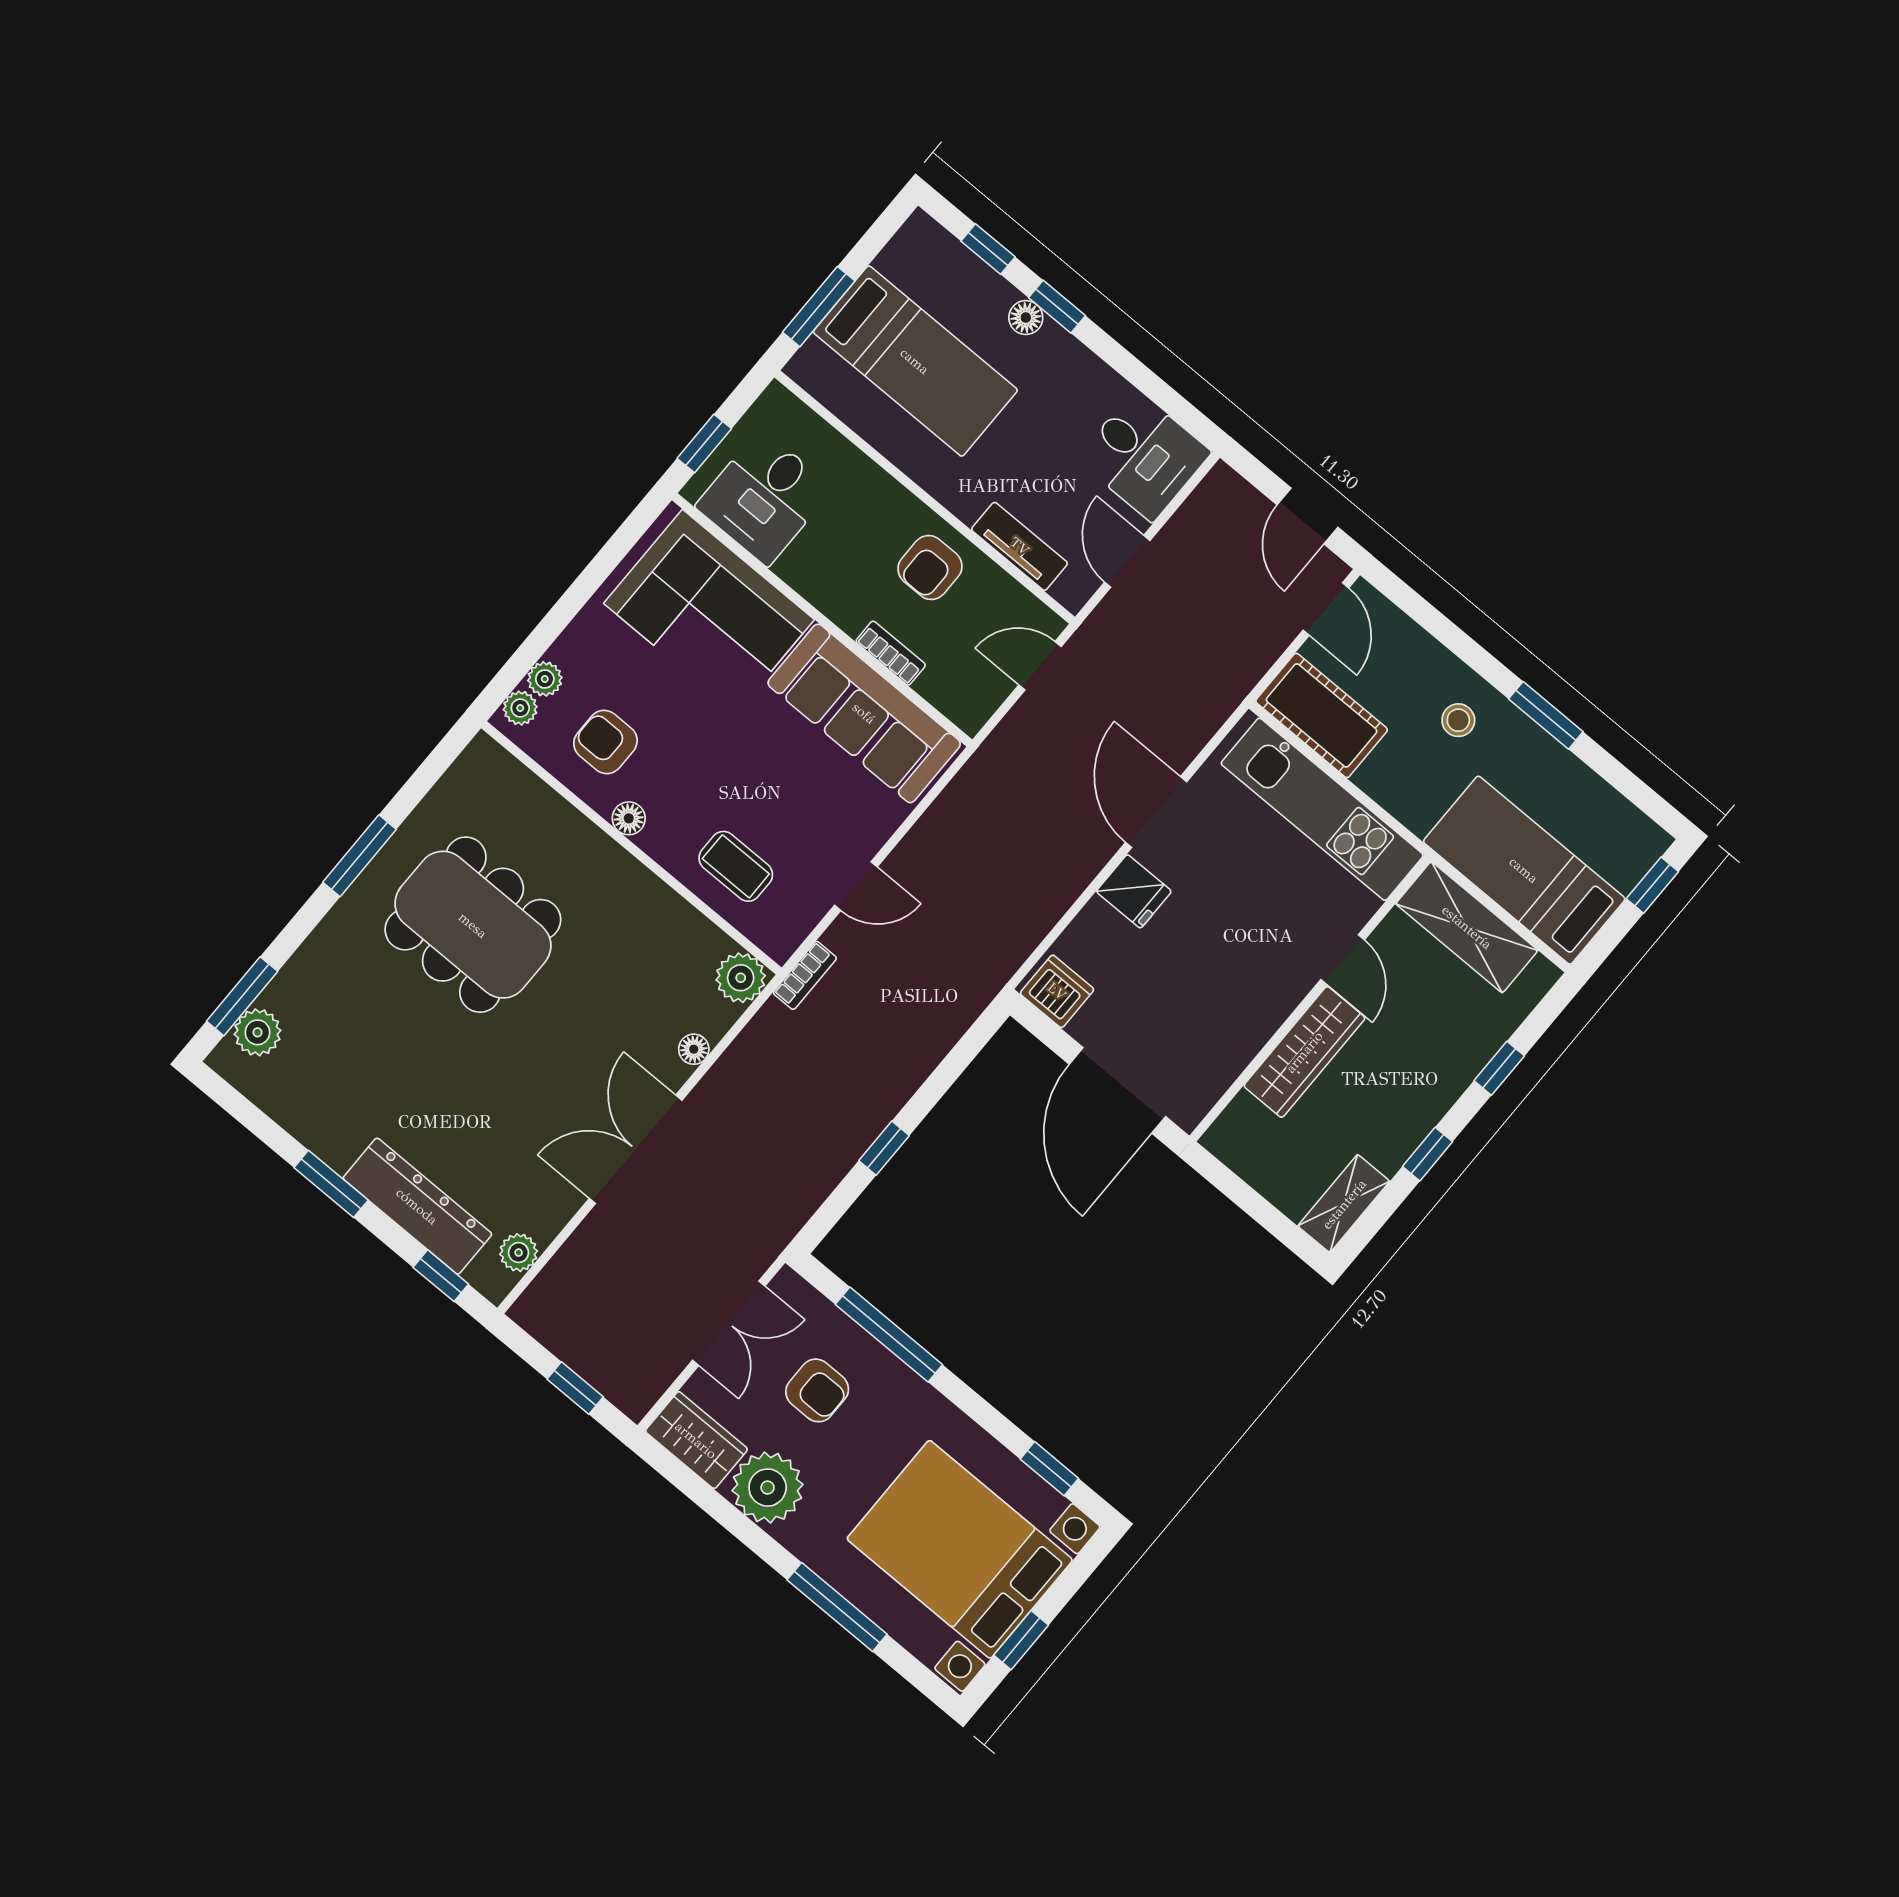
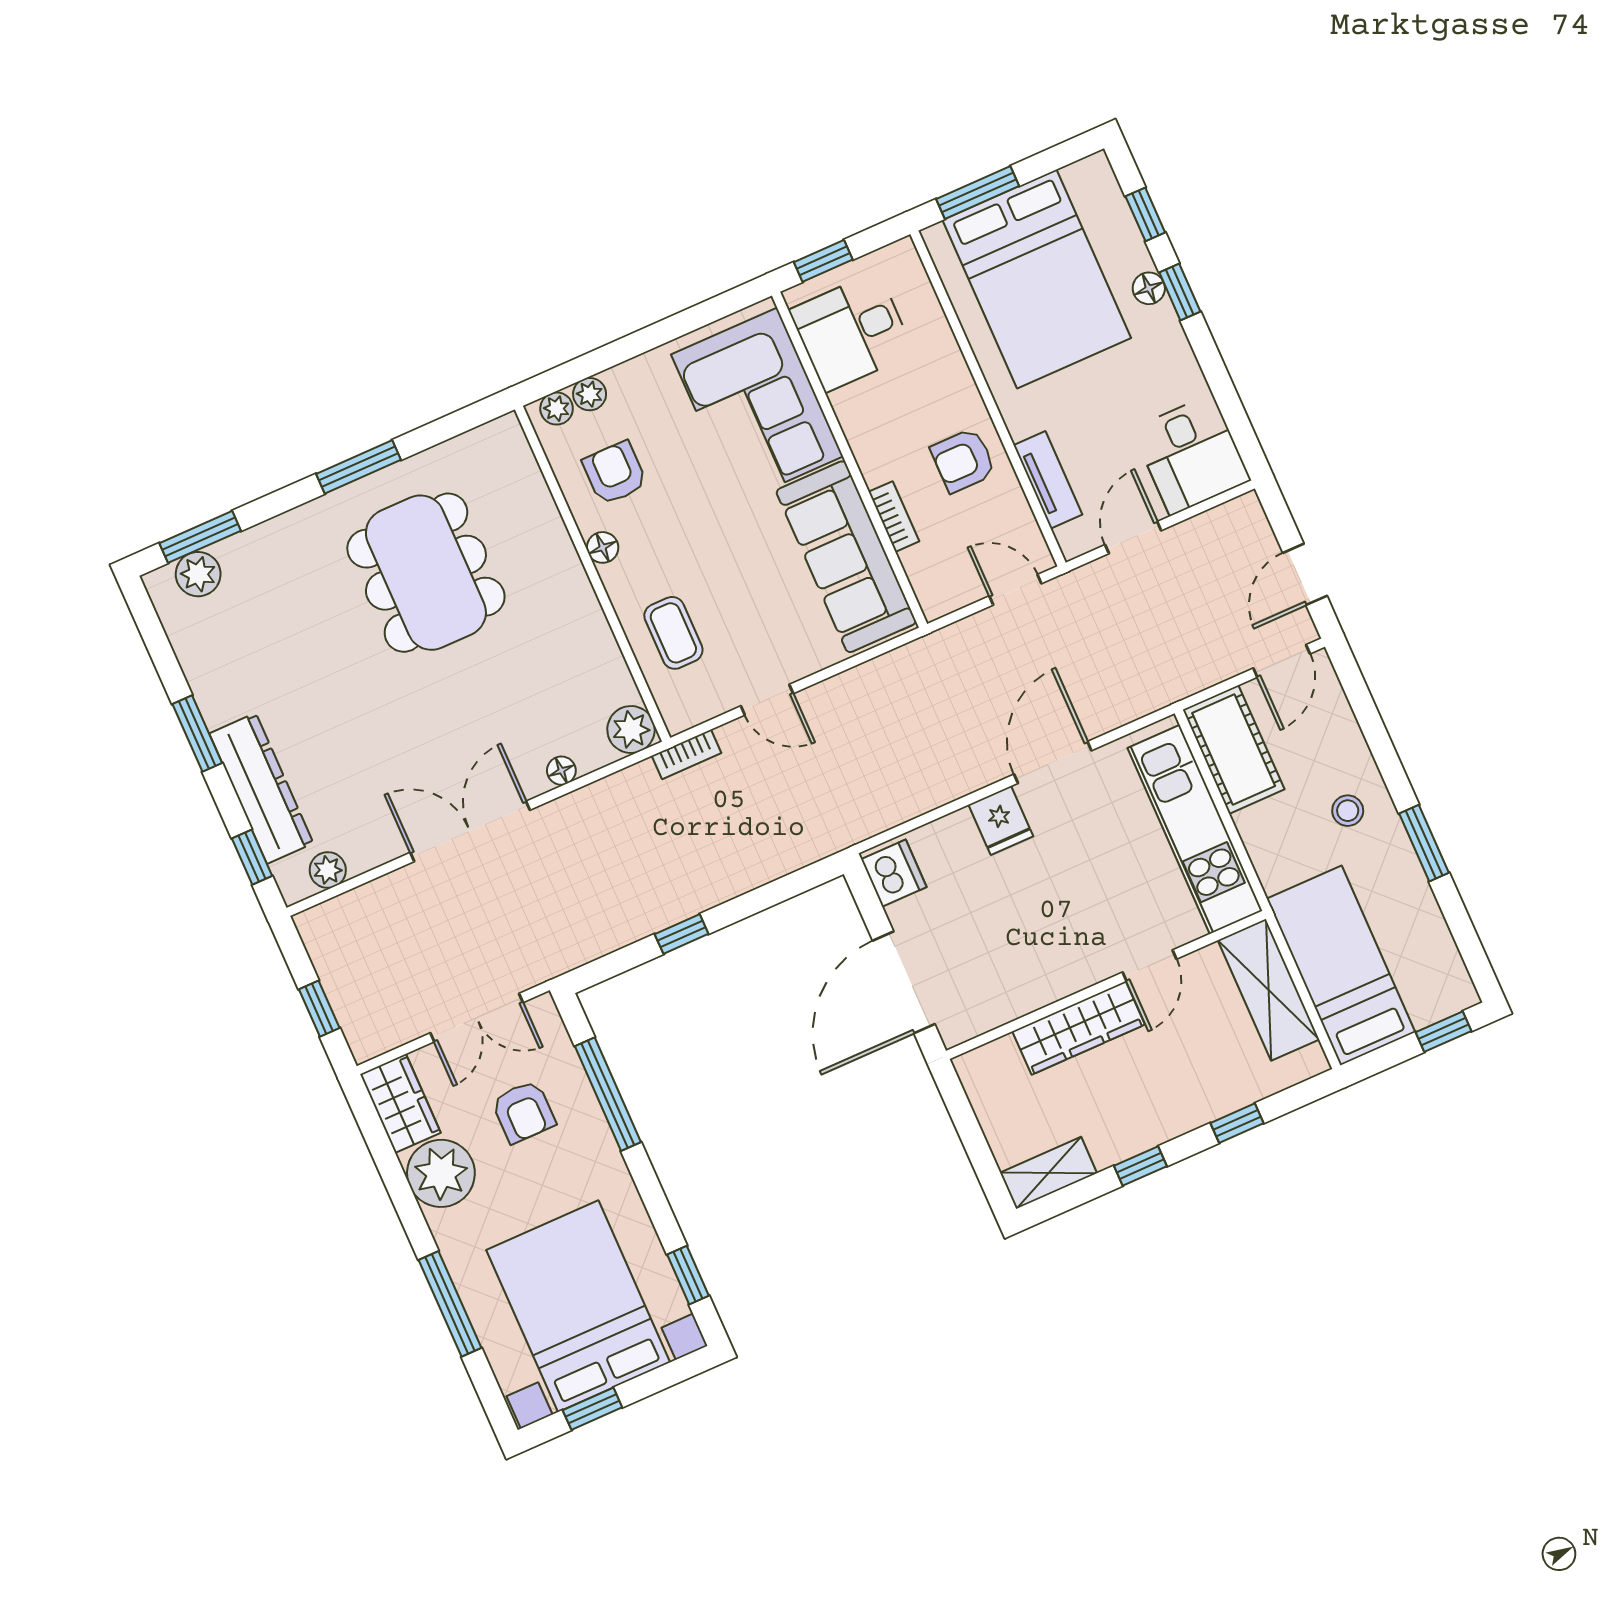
bed: (915, 361) -> (1037, 279), width x1.50

